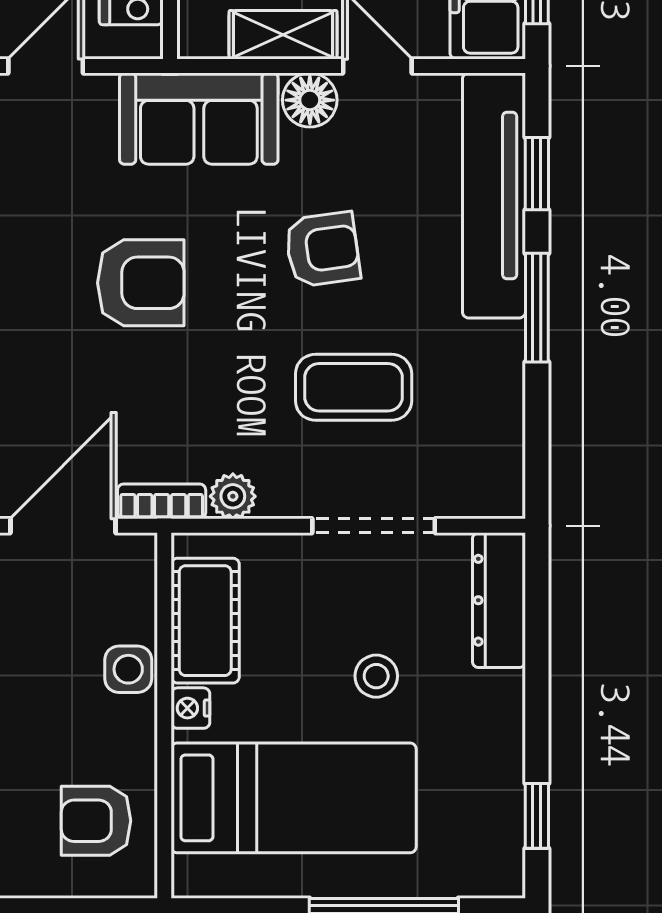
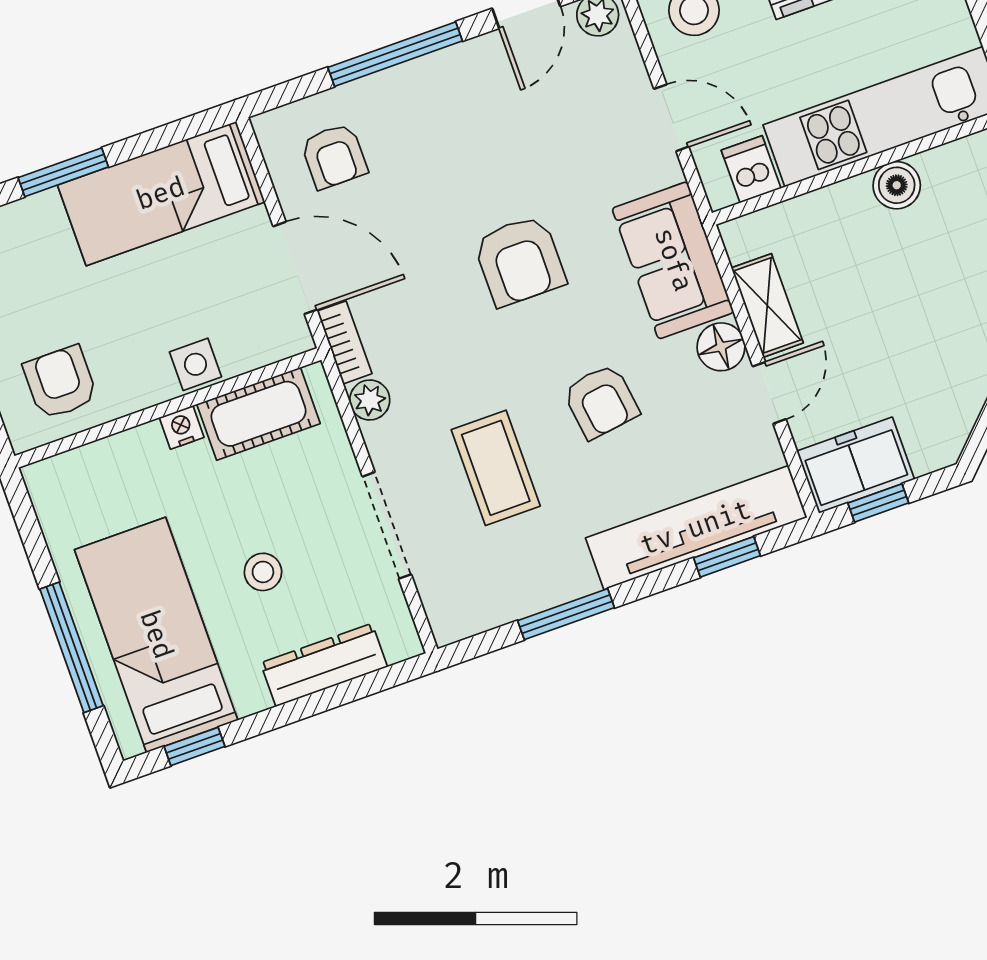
window: (537, 308) -> (566, 614), moved
dresser: (499, 600) -> (324, 665), moved
bed: (294, 798) -> (156, 635), moved, turned 180

